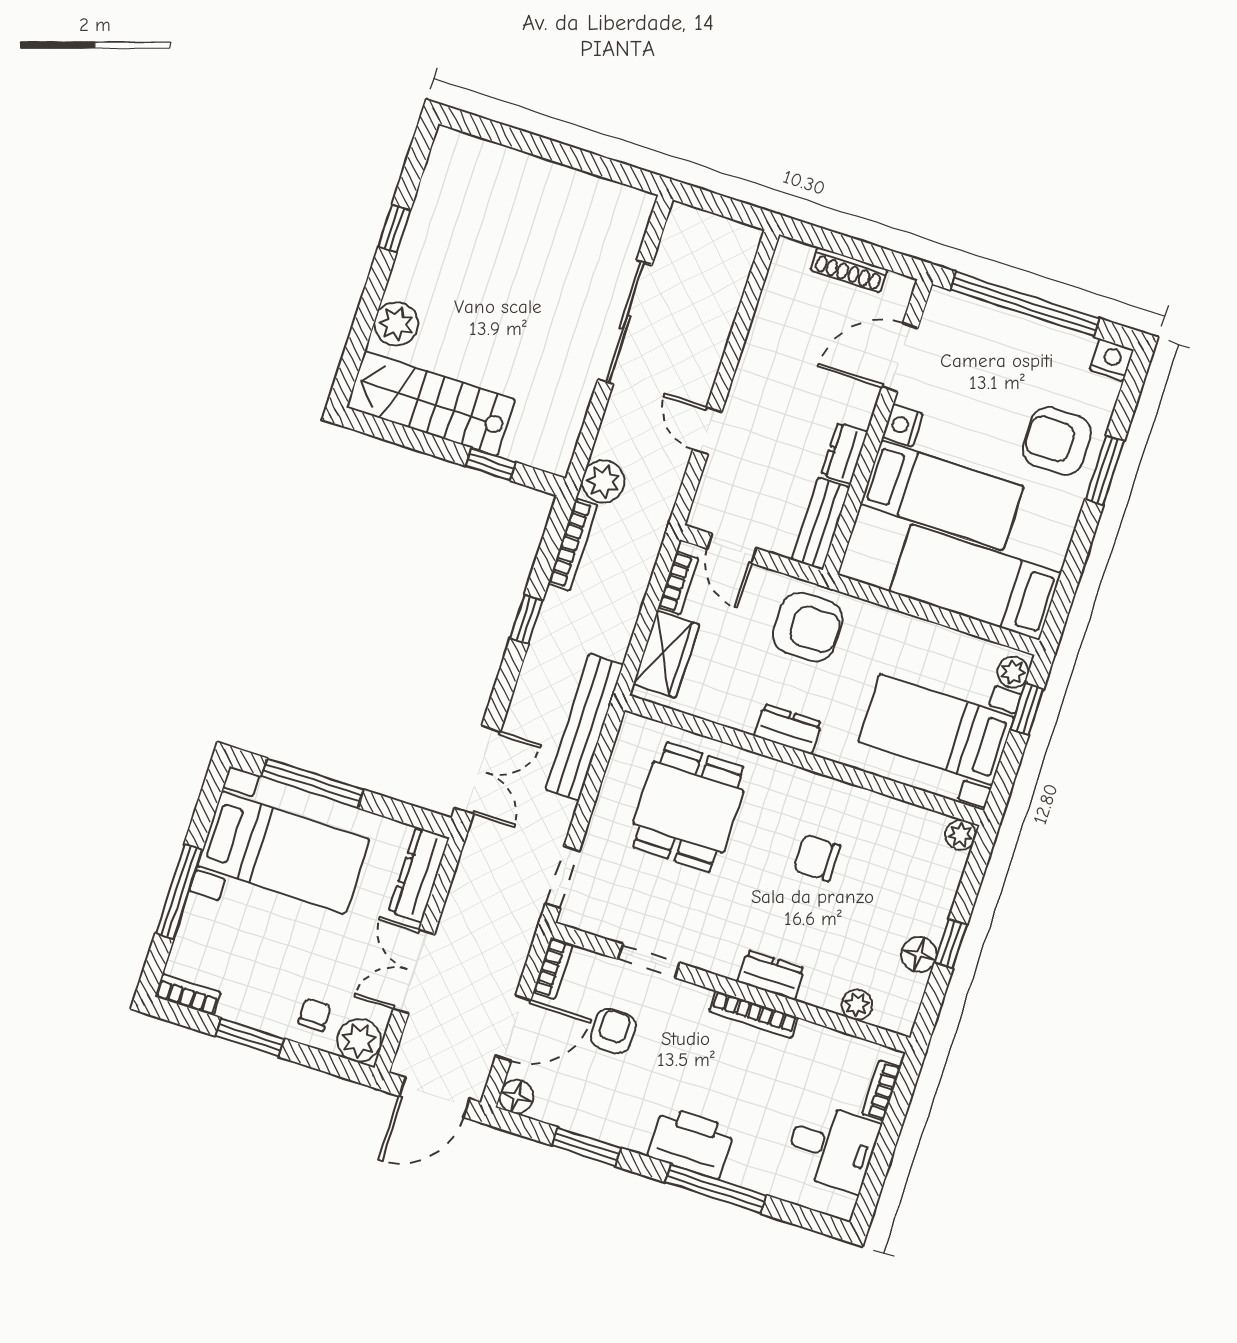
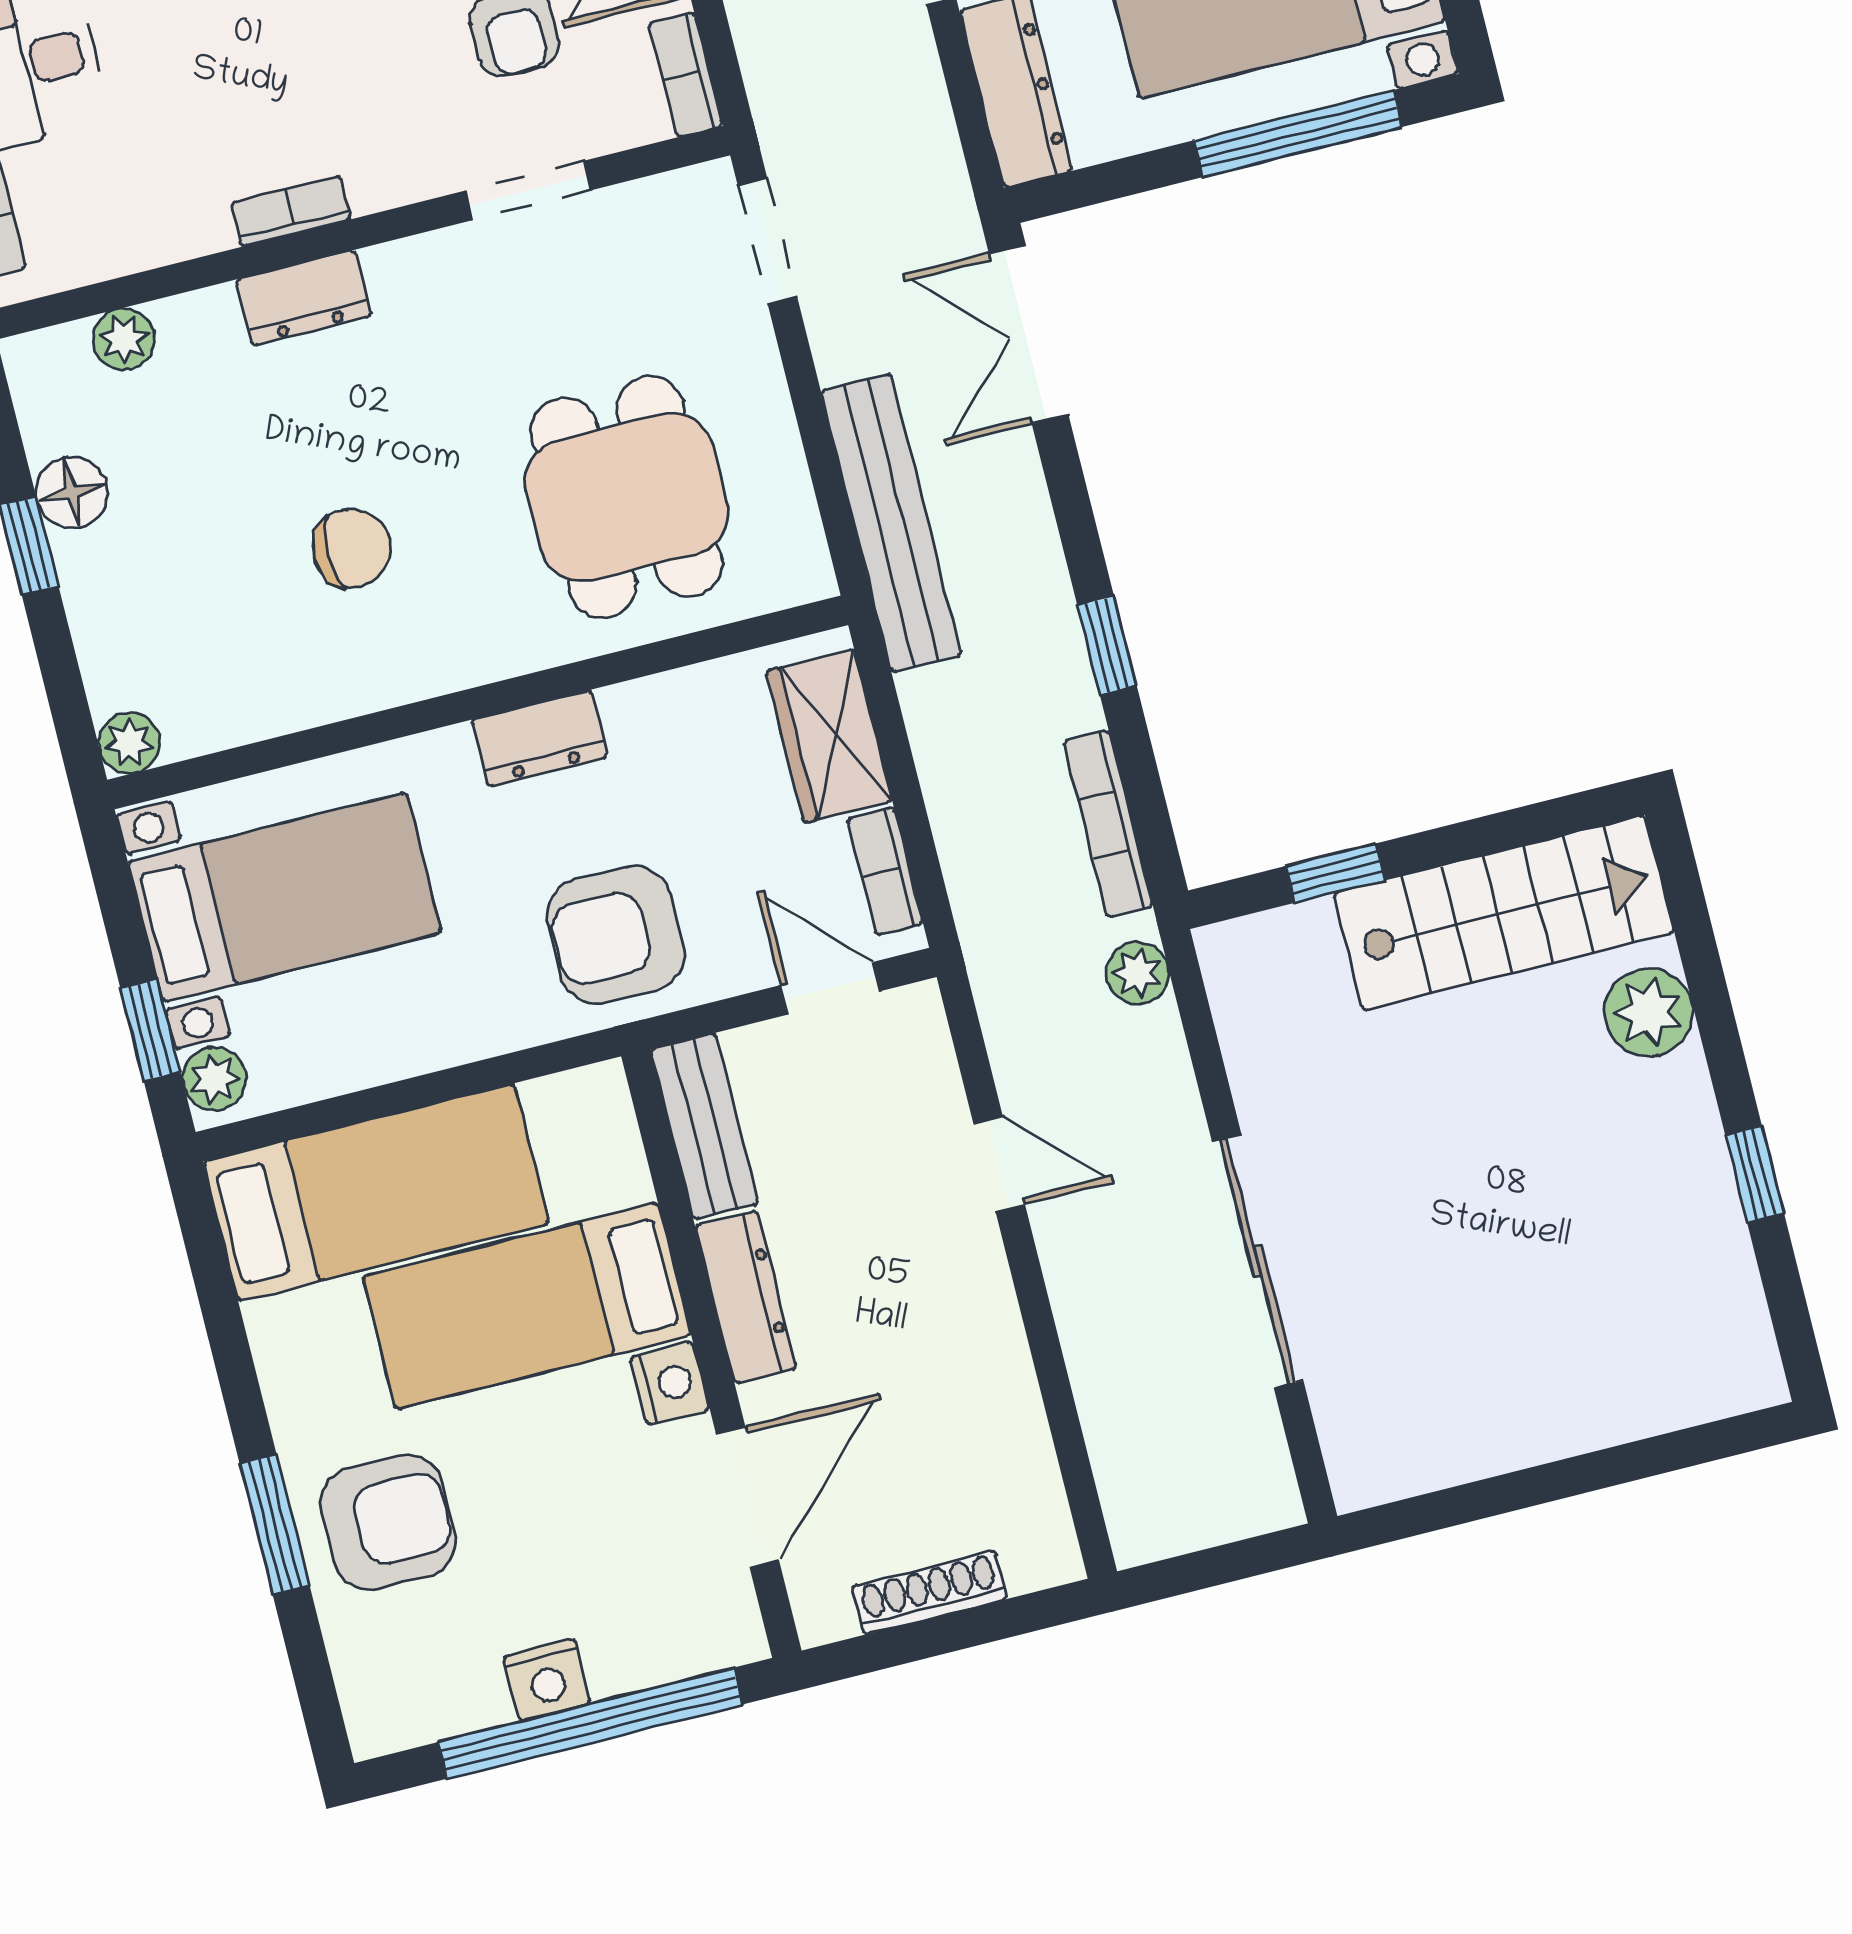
nightstand: (1112, 360) -> (547, 1680), moved
dresser: (844, 453) -> (746, 1297), width x1.44
plant: (603, 481) -> (1138, 973), width x0.73, depth x0.73
bookcase: (754, 1015) -> (291, 211), width x0.64

